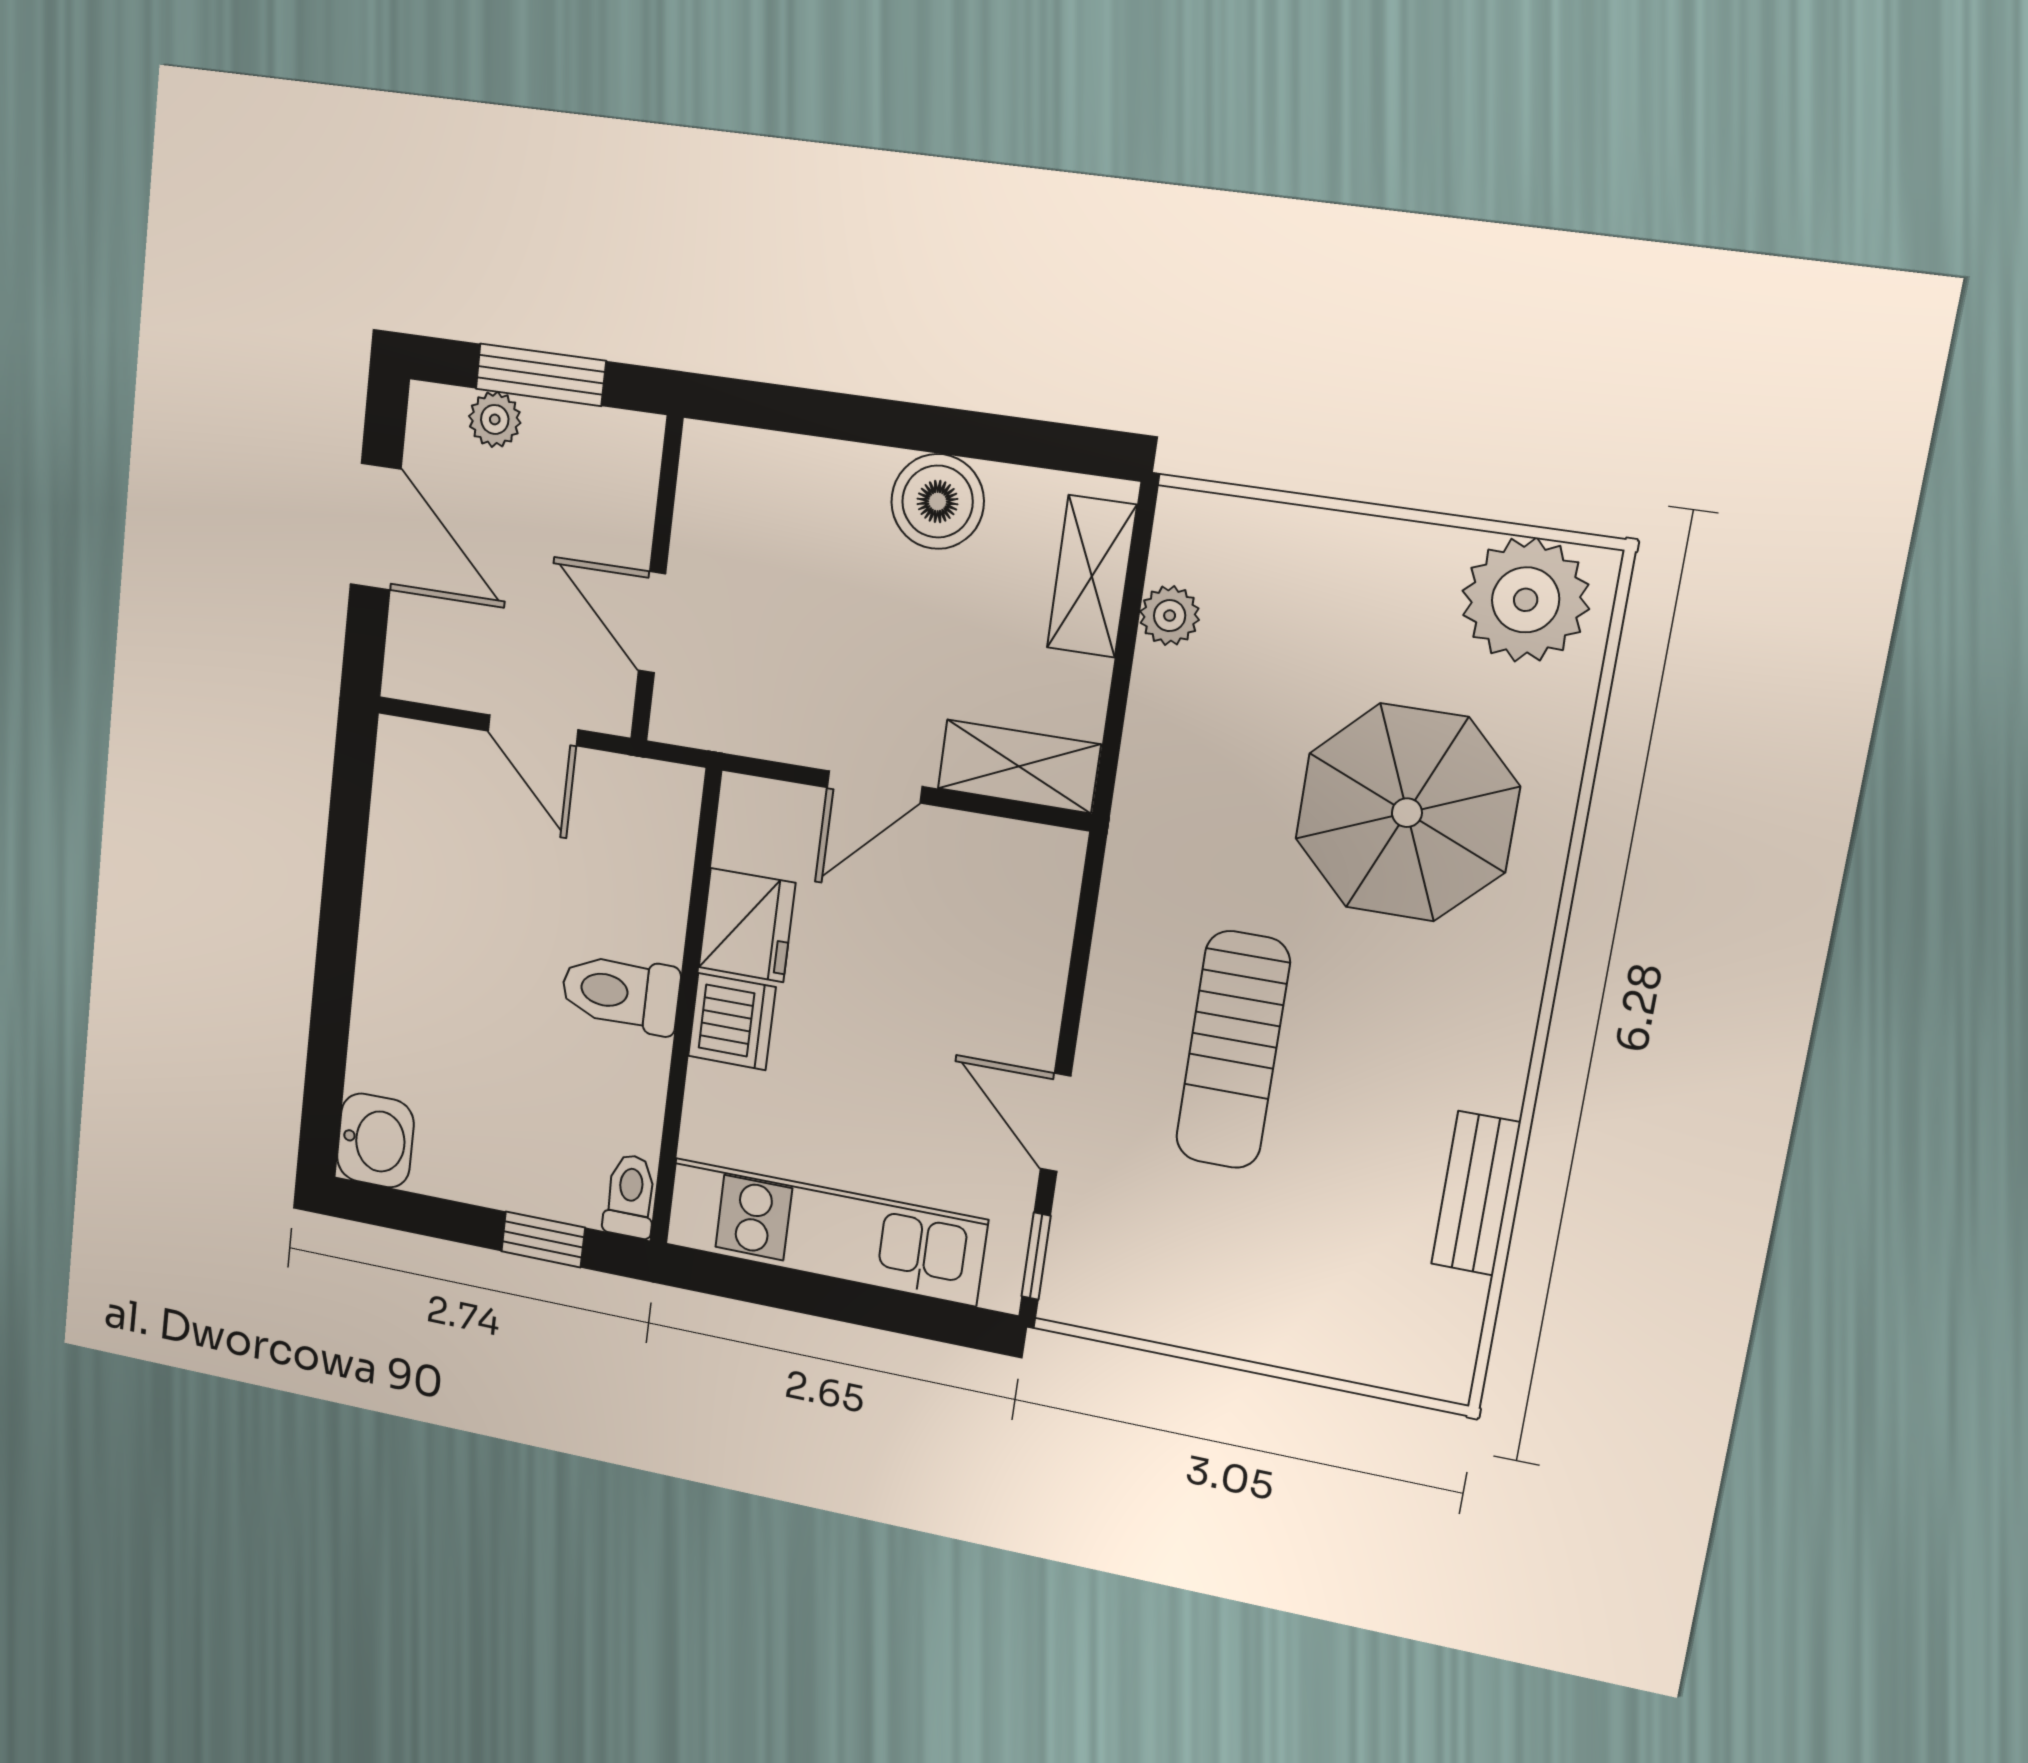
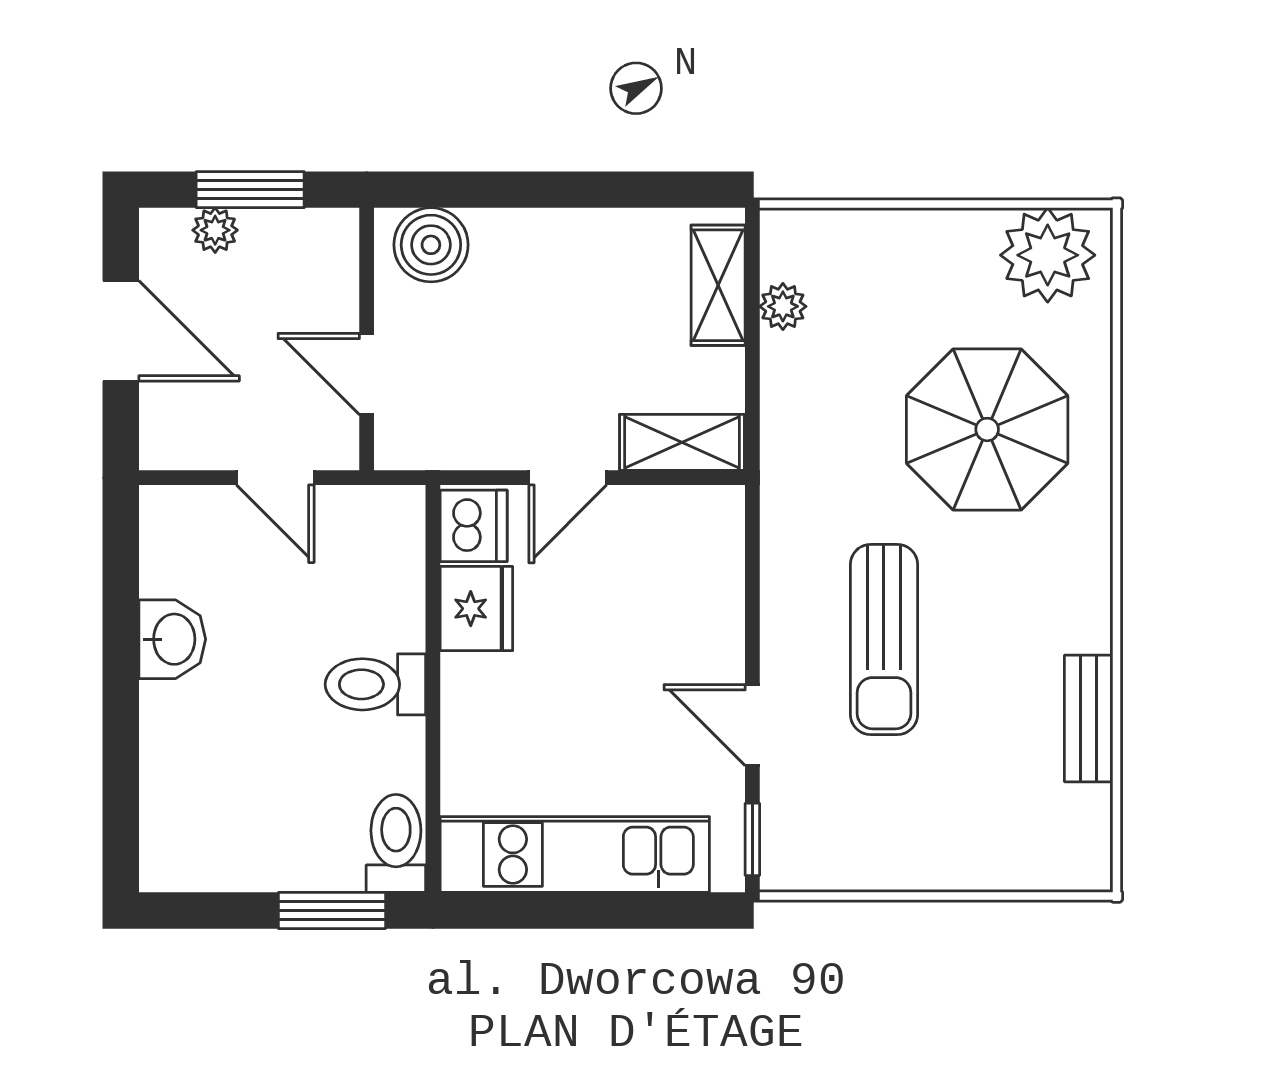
boiler: (938, 502) -> (431, 245), moved
dishwasher: (732, 1022) -> (474, 526), moved
washbasin: (375, 1140) -> (172, 639), moved
toilet: (630, 1196) -> (396, 843), width x1.37, depth x1.39
window: (543, 1239) -> (332, 910), width x1.50

